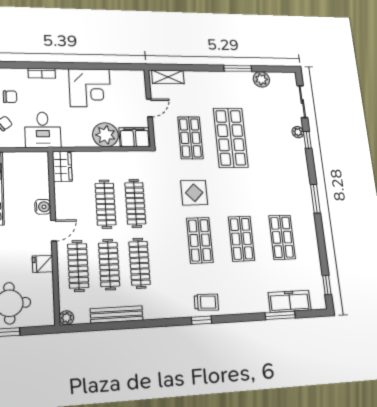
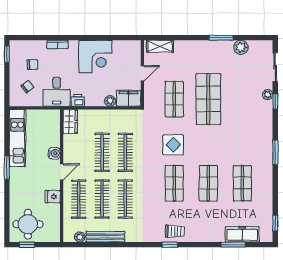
plant: (105, 135) -> (110, 101), width x0.53, depth x0.53
printer: (71, 140) -> (78, 100), added
plant: (66, 318) -> (80, 237), moved

